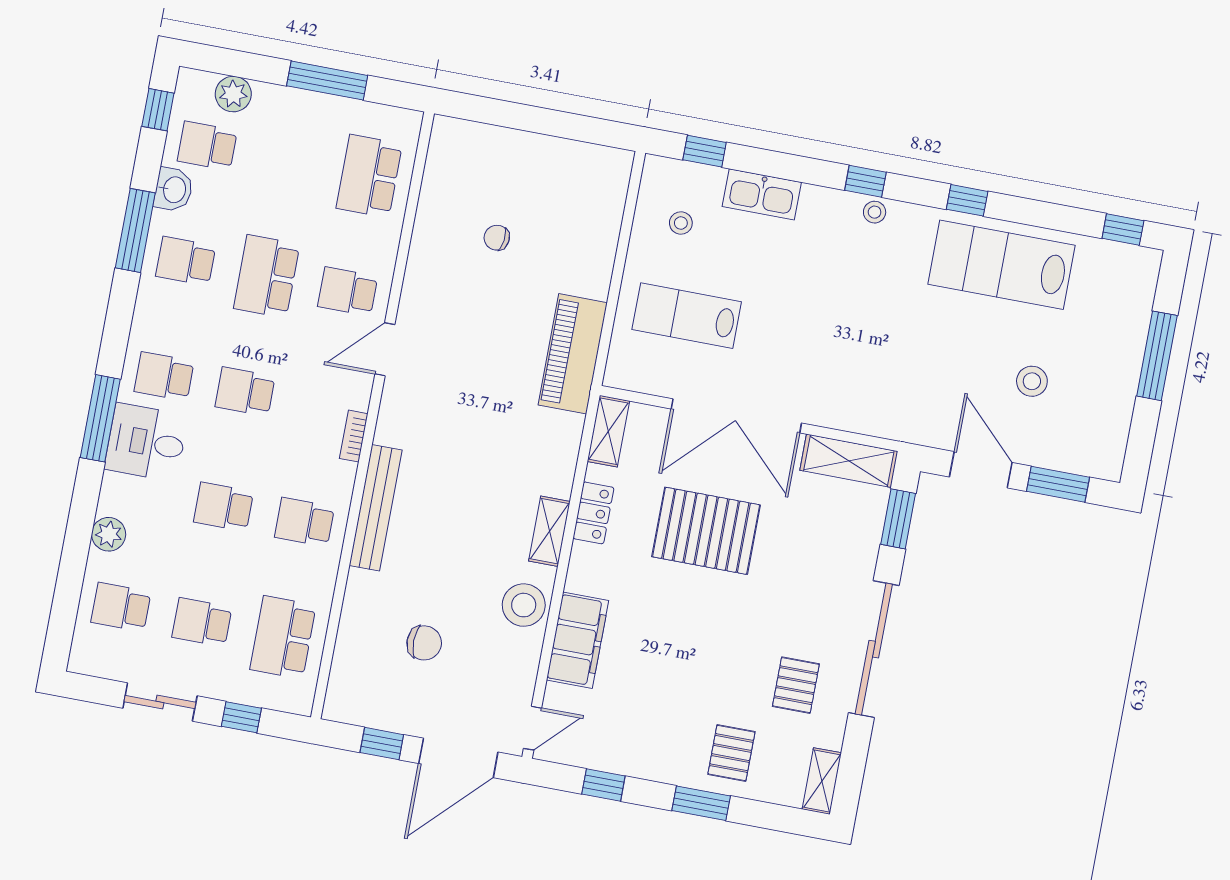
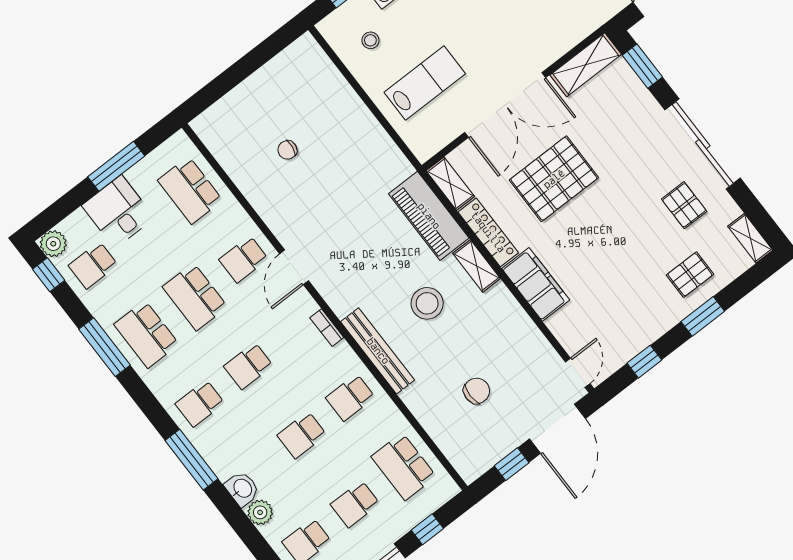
plant: (233, 94) -> (53, 244), moved
washbasin: (174, 190) -> (242, 489), moved
school desk: (186, 261) -> (146, 334), width x1.85
lab bench: (687, 316) -> (425, 83), turned 180
piano: (573, 354) -> (429, 216), moved
desk: (146, 442) -> (118, 212), moved, turned 90
locker: (593, 513) -> (488, 232), width x1.53
stool: (524, 605) -> (427, 303), moved
filing cabinet: (578, 640) -> (536, 284), moved
pallet: (731, 753) -> (690, 275), turned 90

